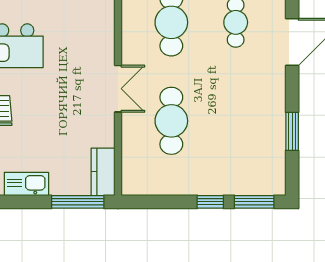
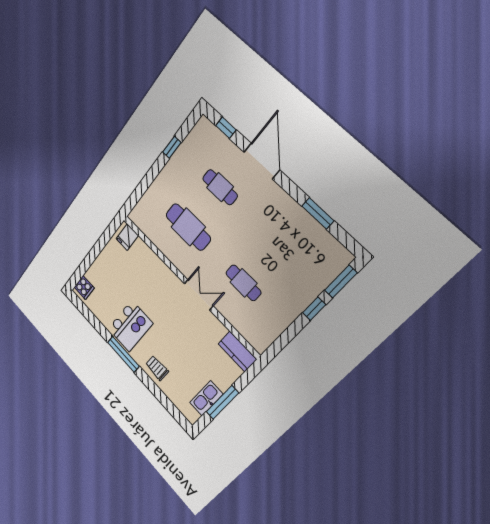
cafe table: (171, 121) -> (243, 283), width x0.73, depth x0.74
window: (78, 202) -> (222, 402), moved

